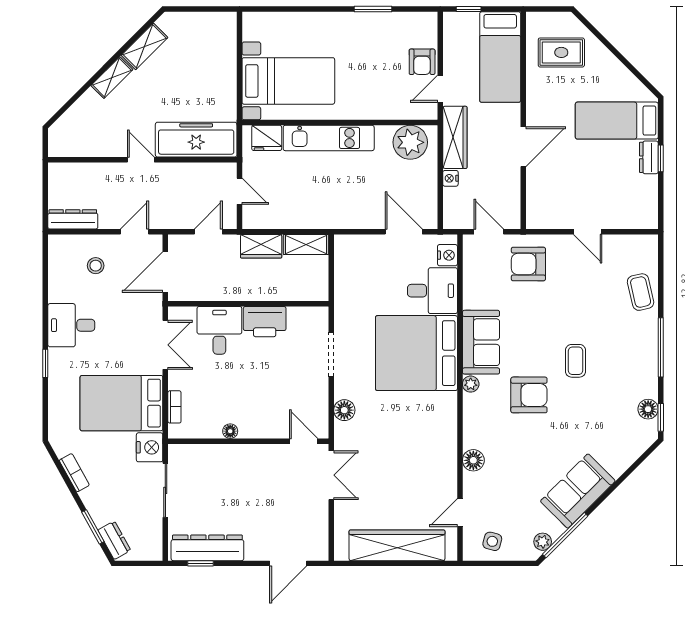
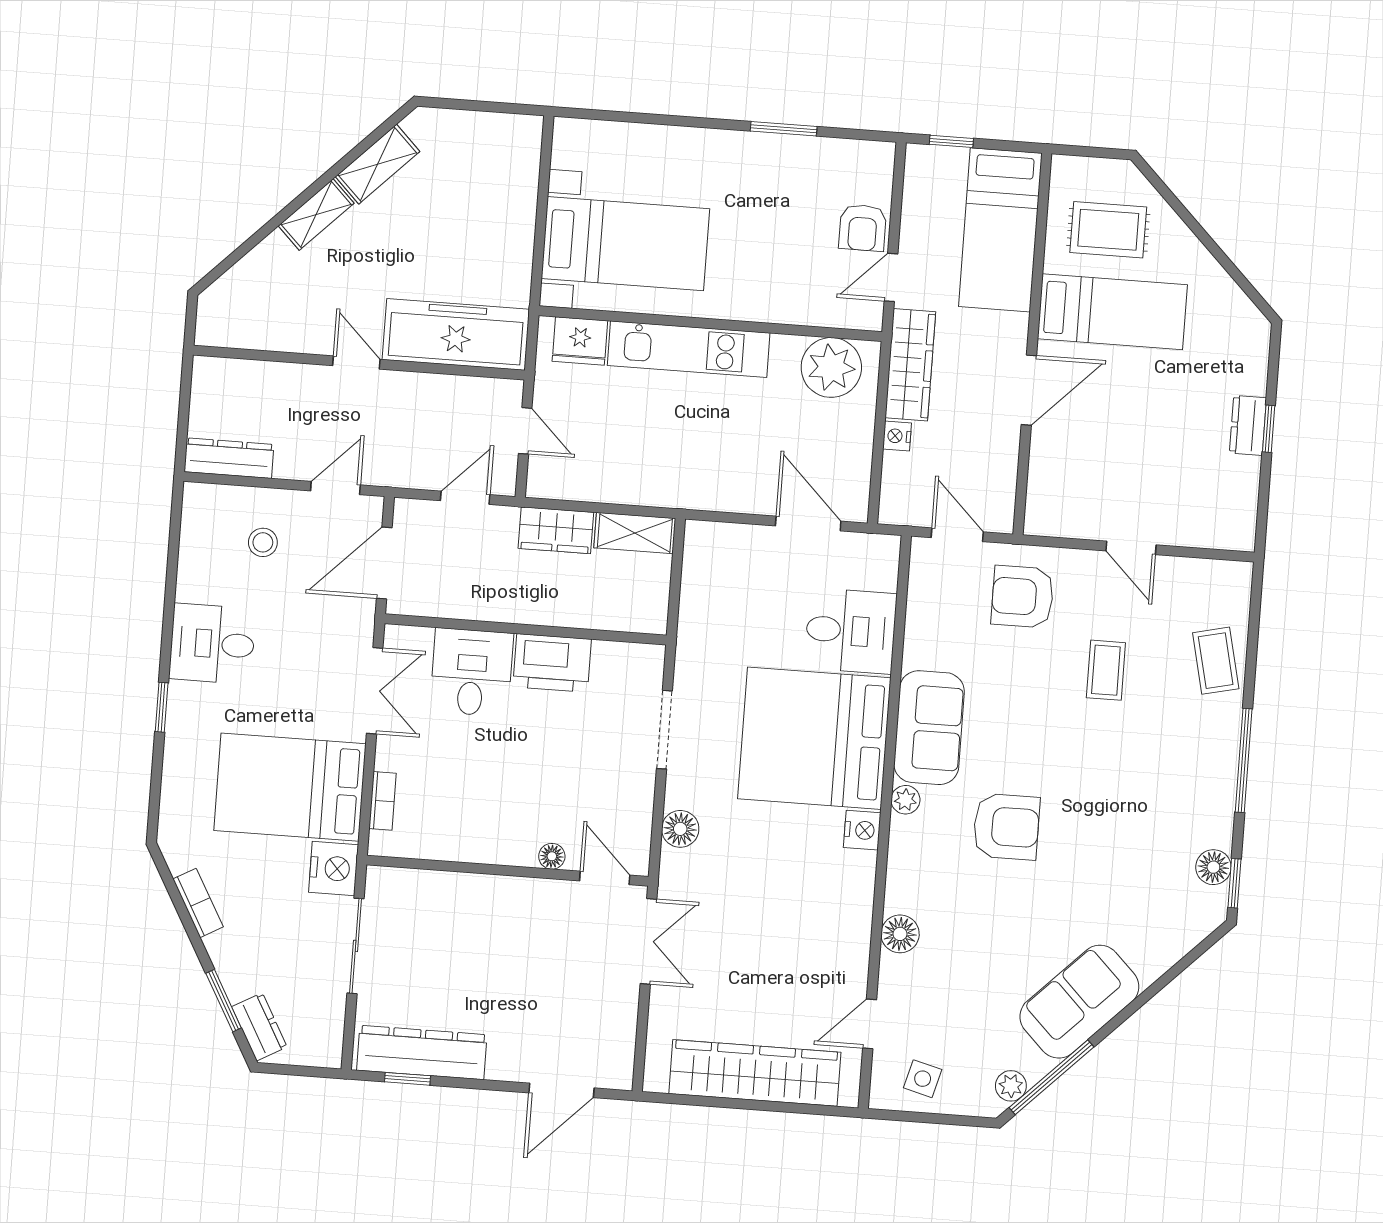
bed: (617, 121) -> (1112, 312), moved, turned 180
nightstand: (447, 255) -> (862, 830), moved
coffee table: (576, 361) -> (1106, 670), moved
floor lamp: (230, 431) -> (552, 856), moved

